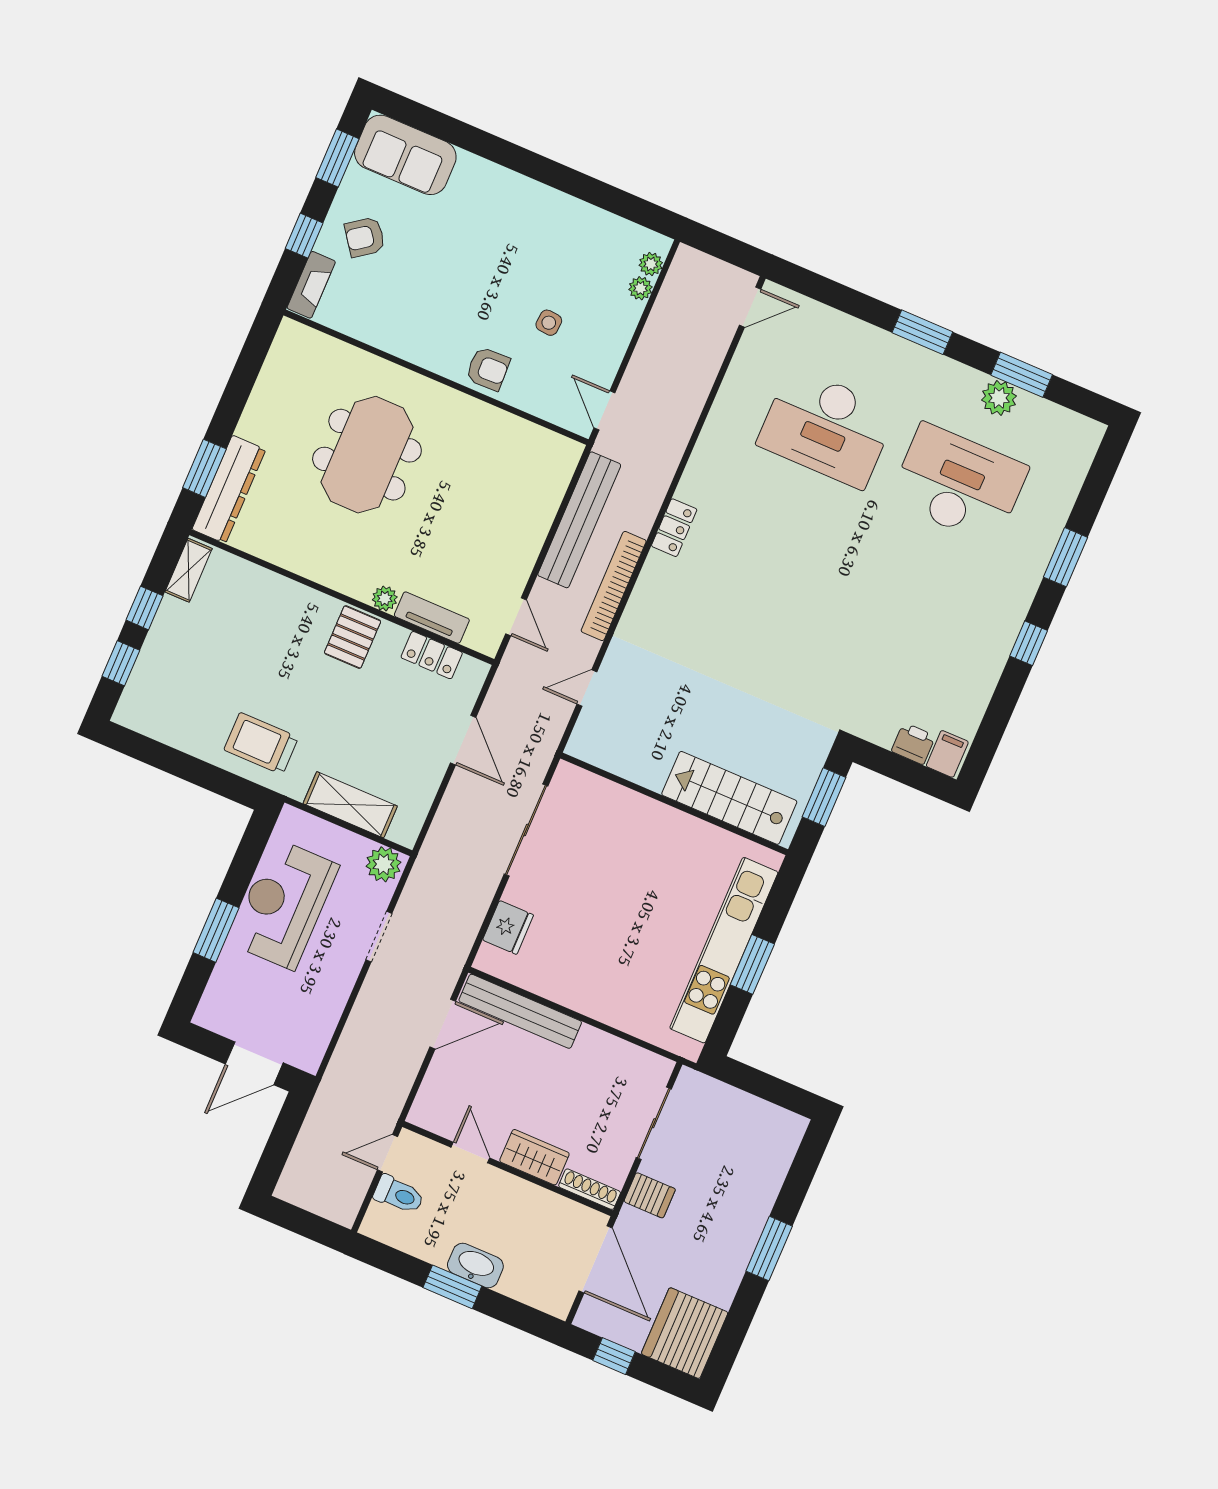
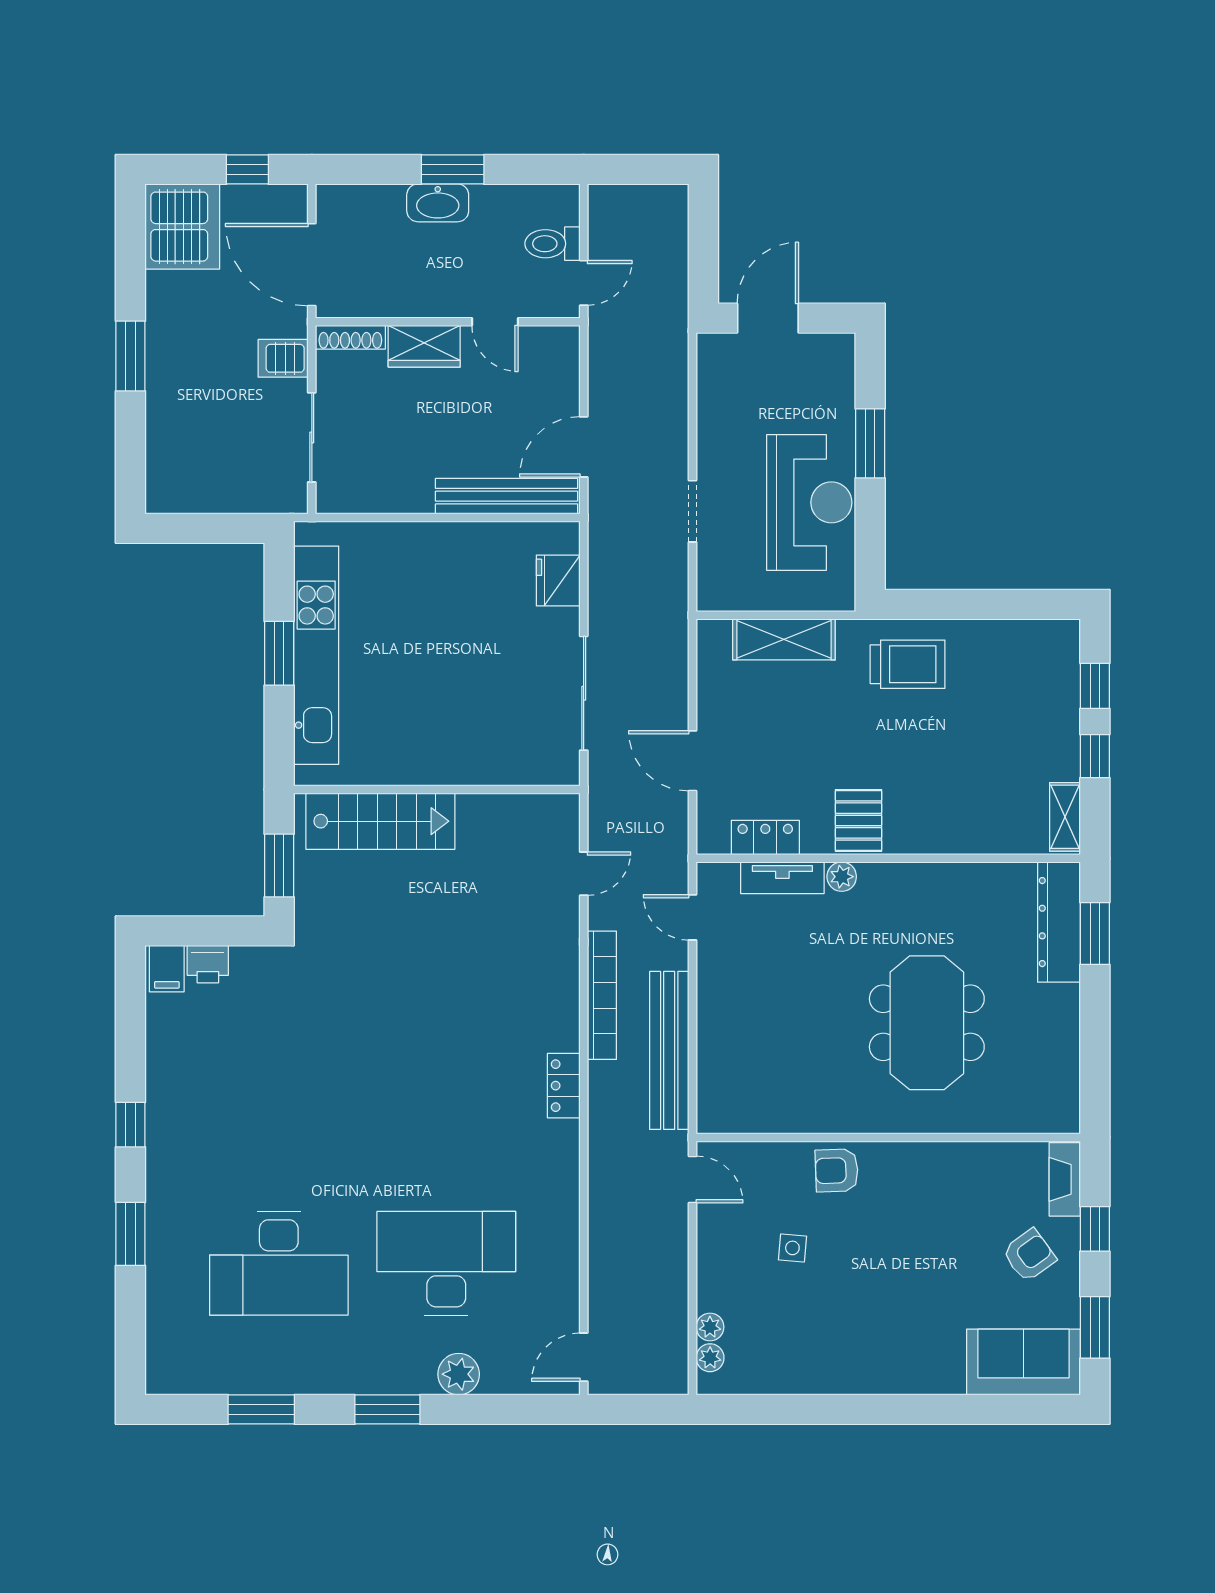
plant: (999, 398) -> (459, 1374), moved
plant: (383, 864) -> (721, 591), removed

